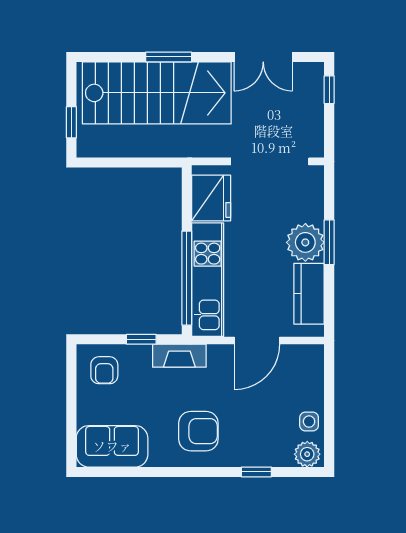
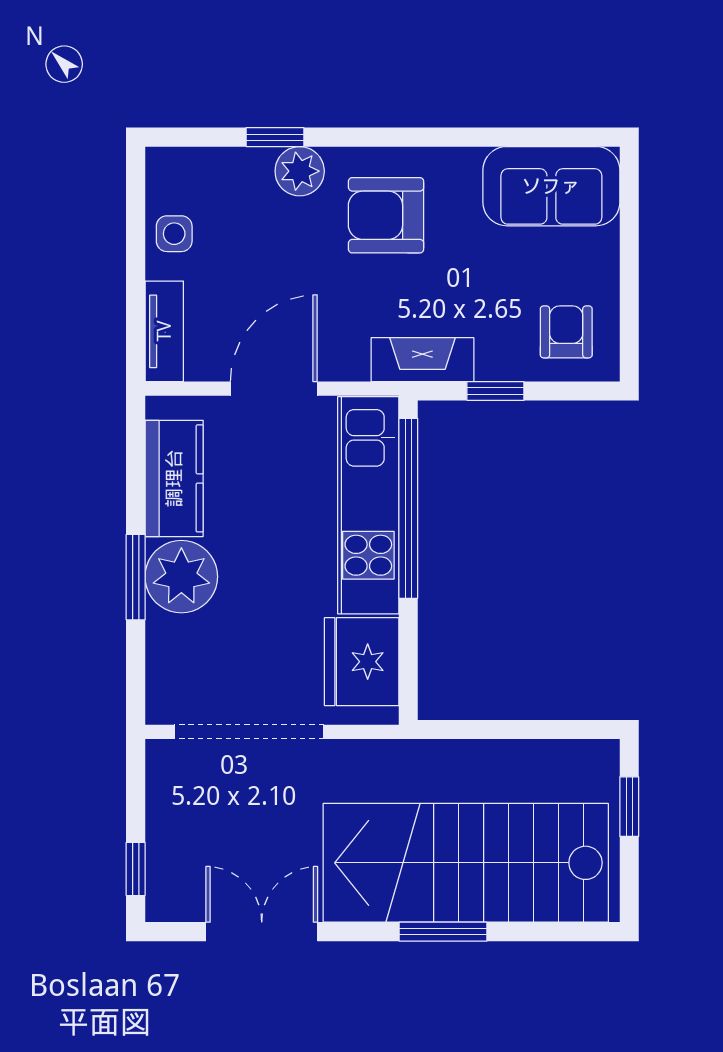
tv unit: (314, 371) -> (164, 331), added
plant: (307, 454) -> (300, 171), moved

